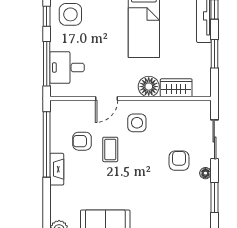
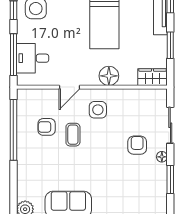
wardrobe: (176, 88) -> (152, 77), moved
fireplace: (57, 169) -> (23, 153), removed

